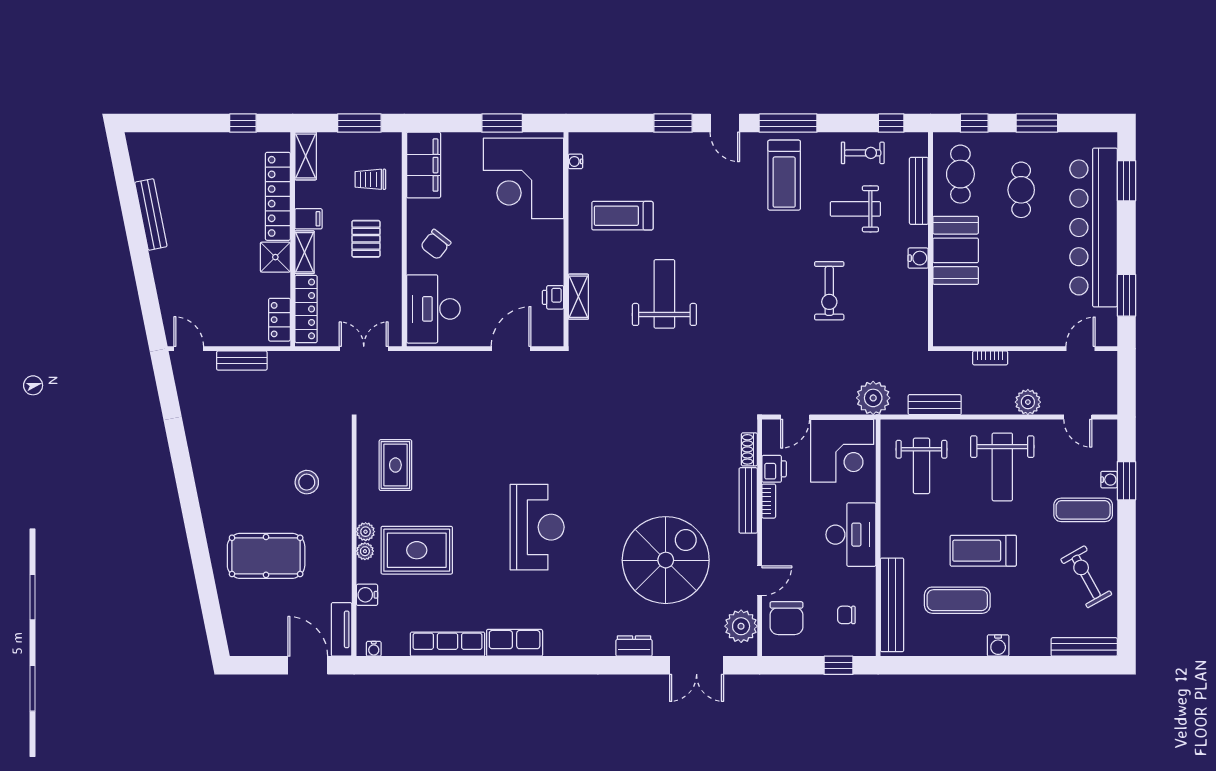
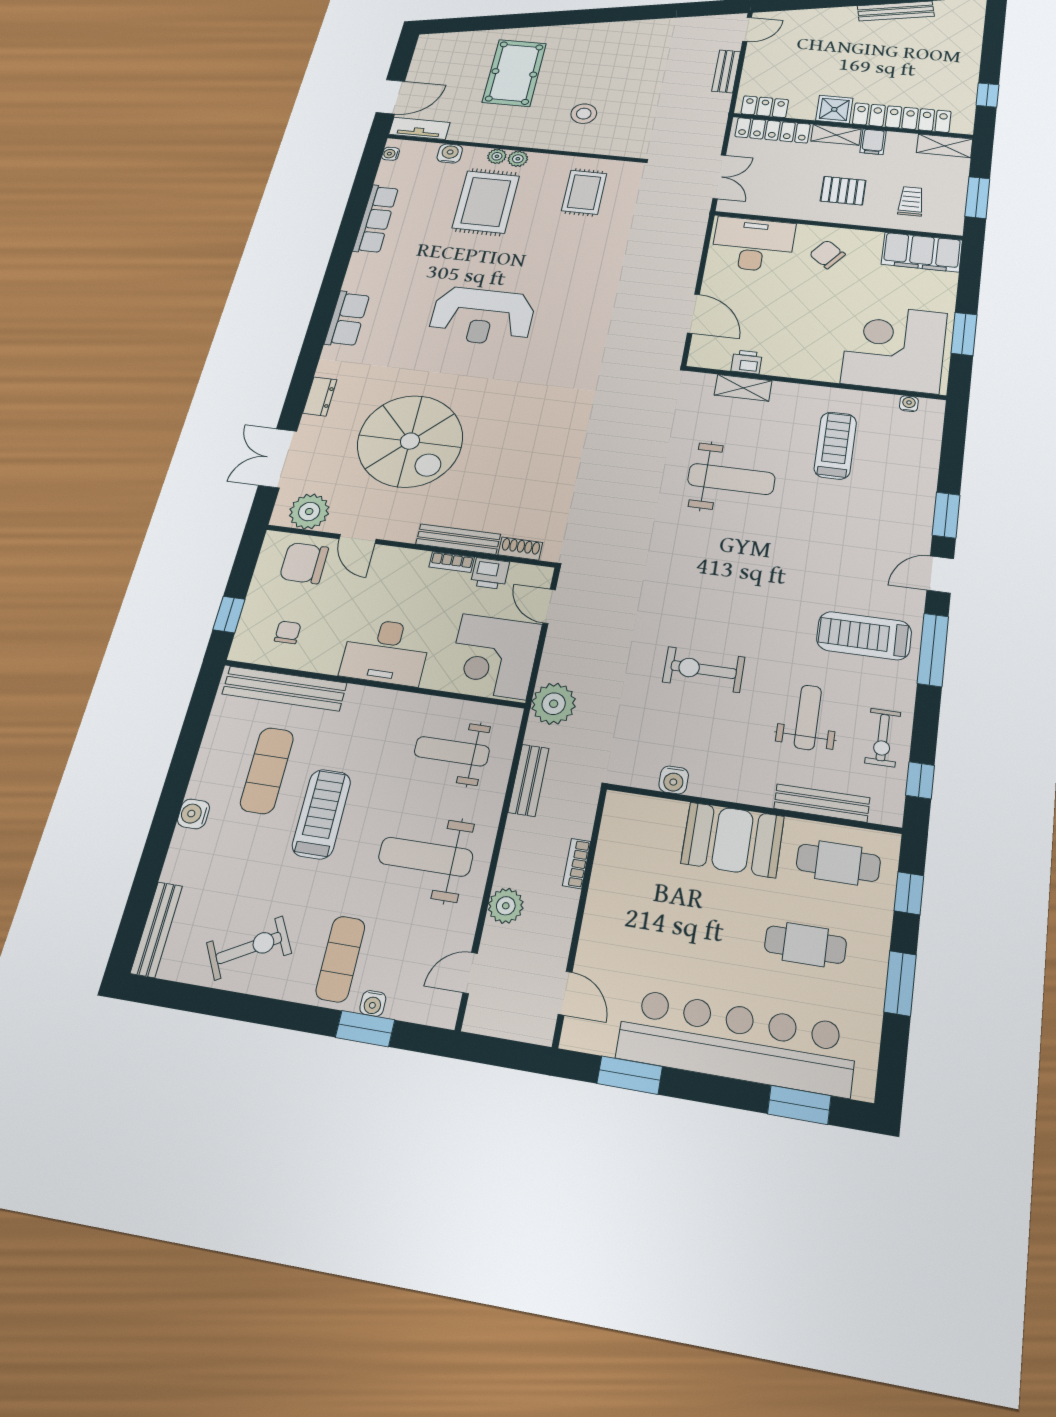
water cooler: (918, 258) -> (674, 780), moved
rug: (395, 465) -> (584, 192), turned 90
row of seats: (515, 643) -> (347, 319), moved

